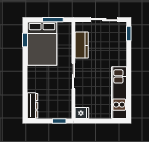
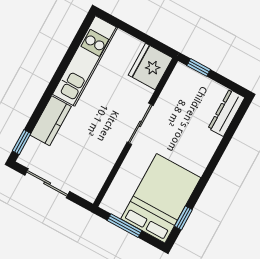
kitchen counter: (82, 45) -> (51, 121), moved, turned 180
fridge: (82, 113) -> (150, 67), width x1.88, depth x1.34

